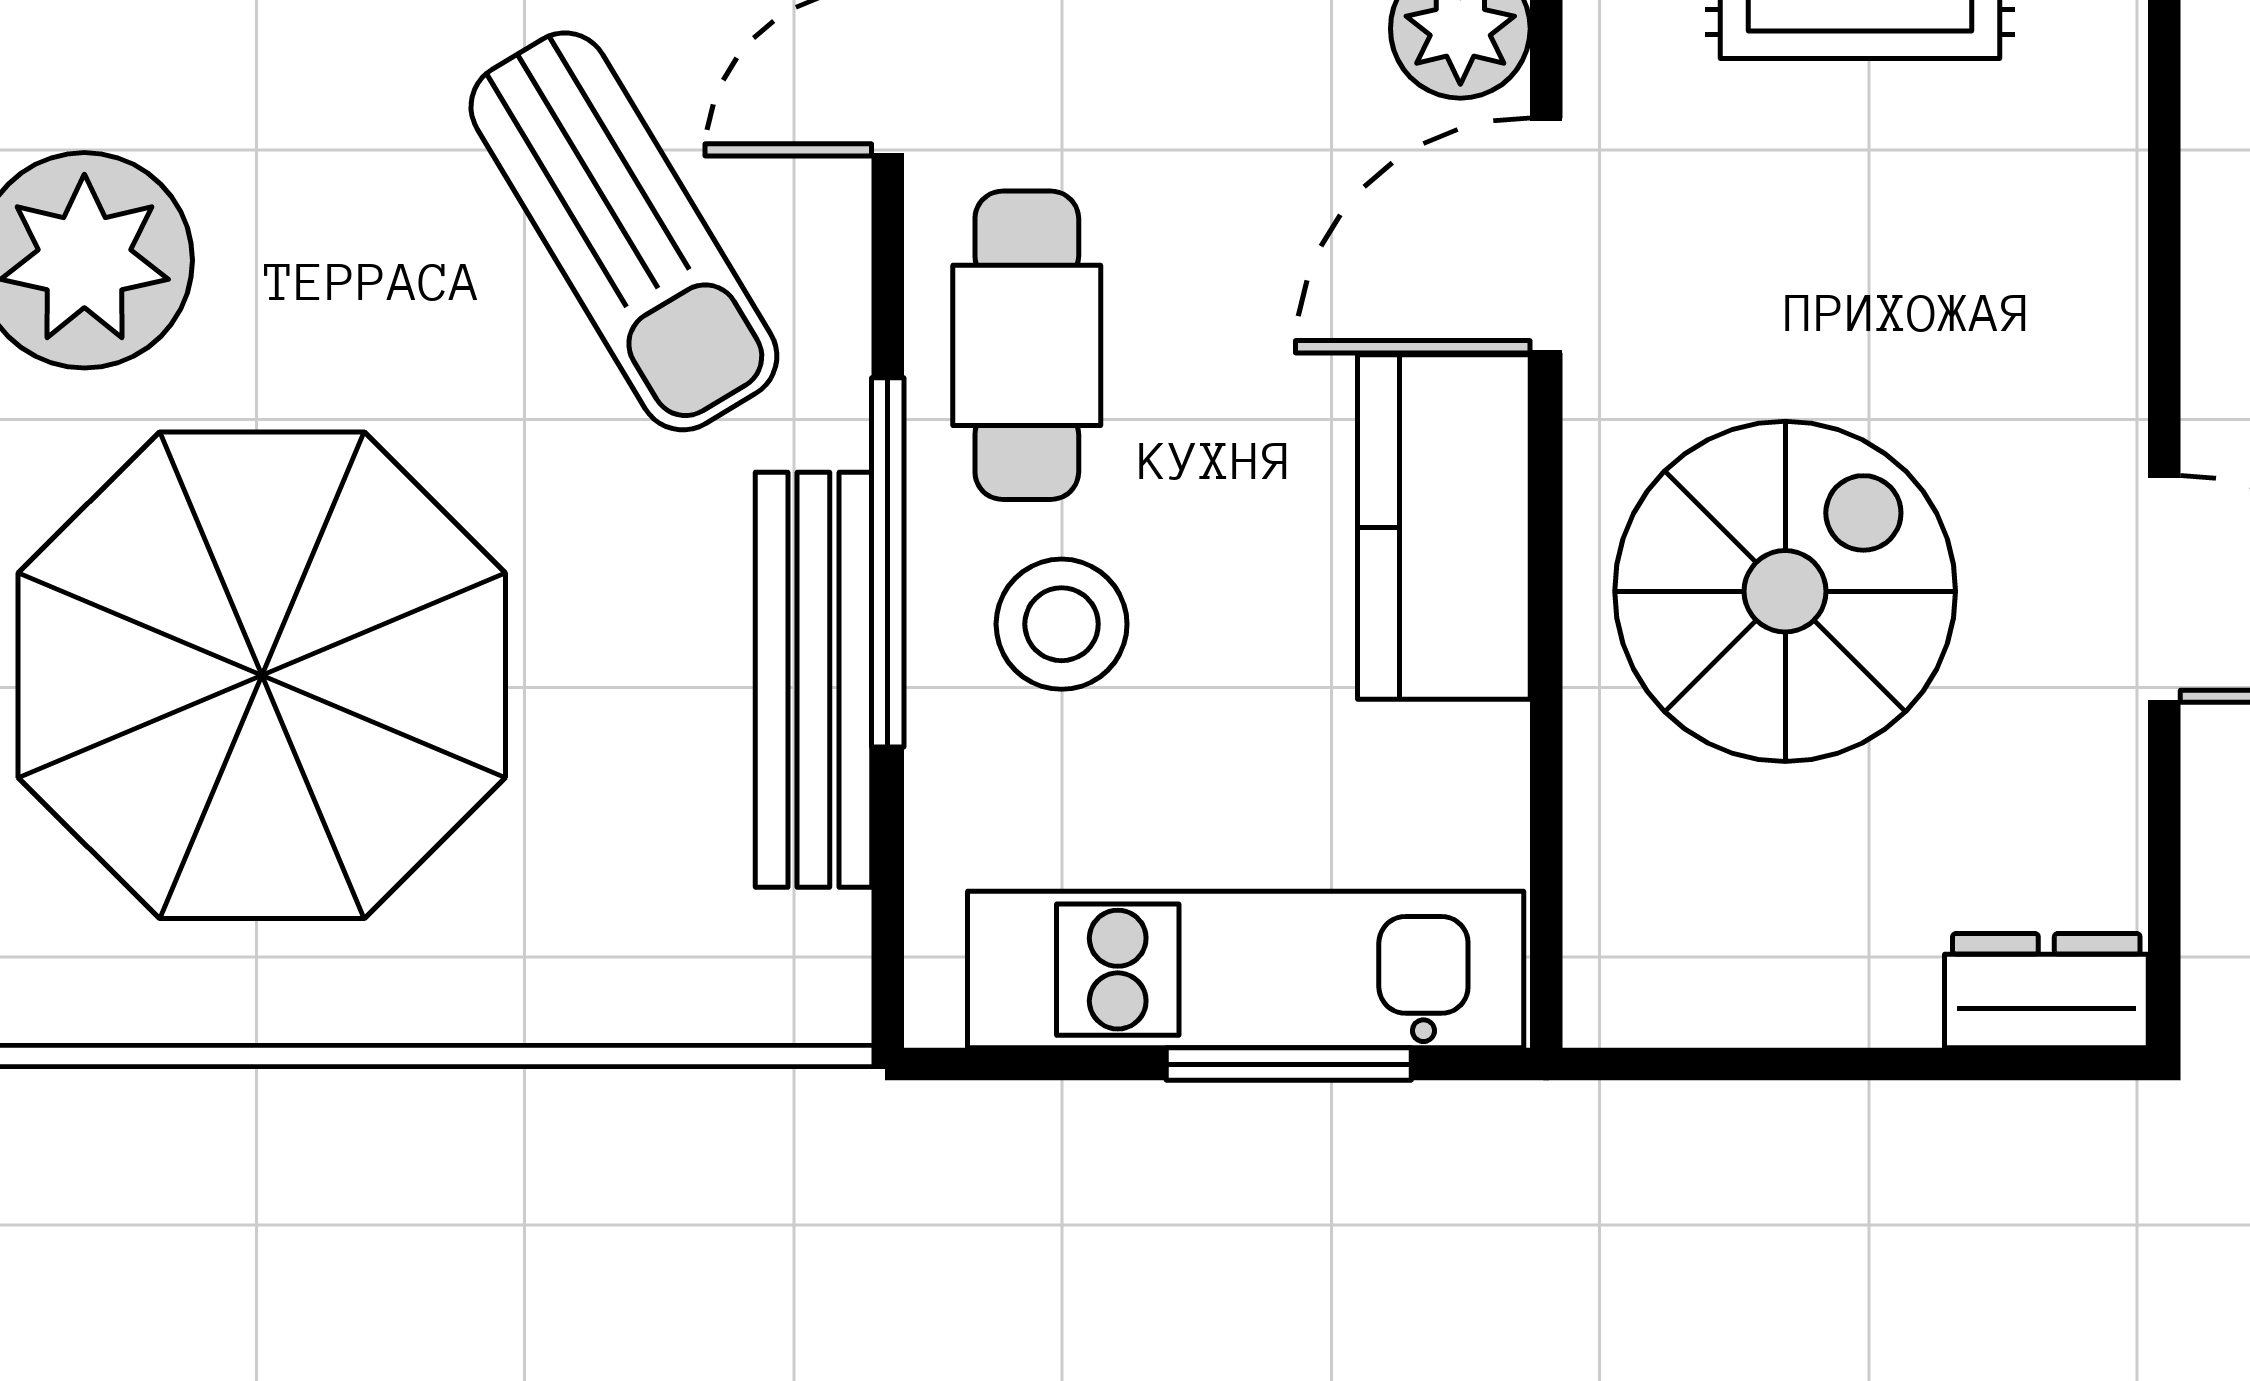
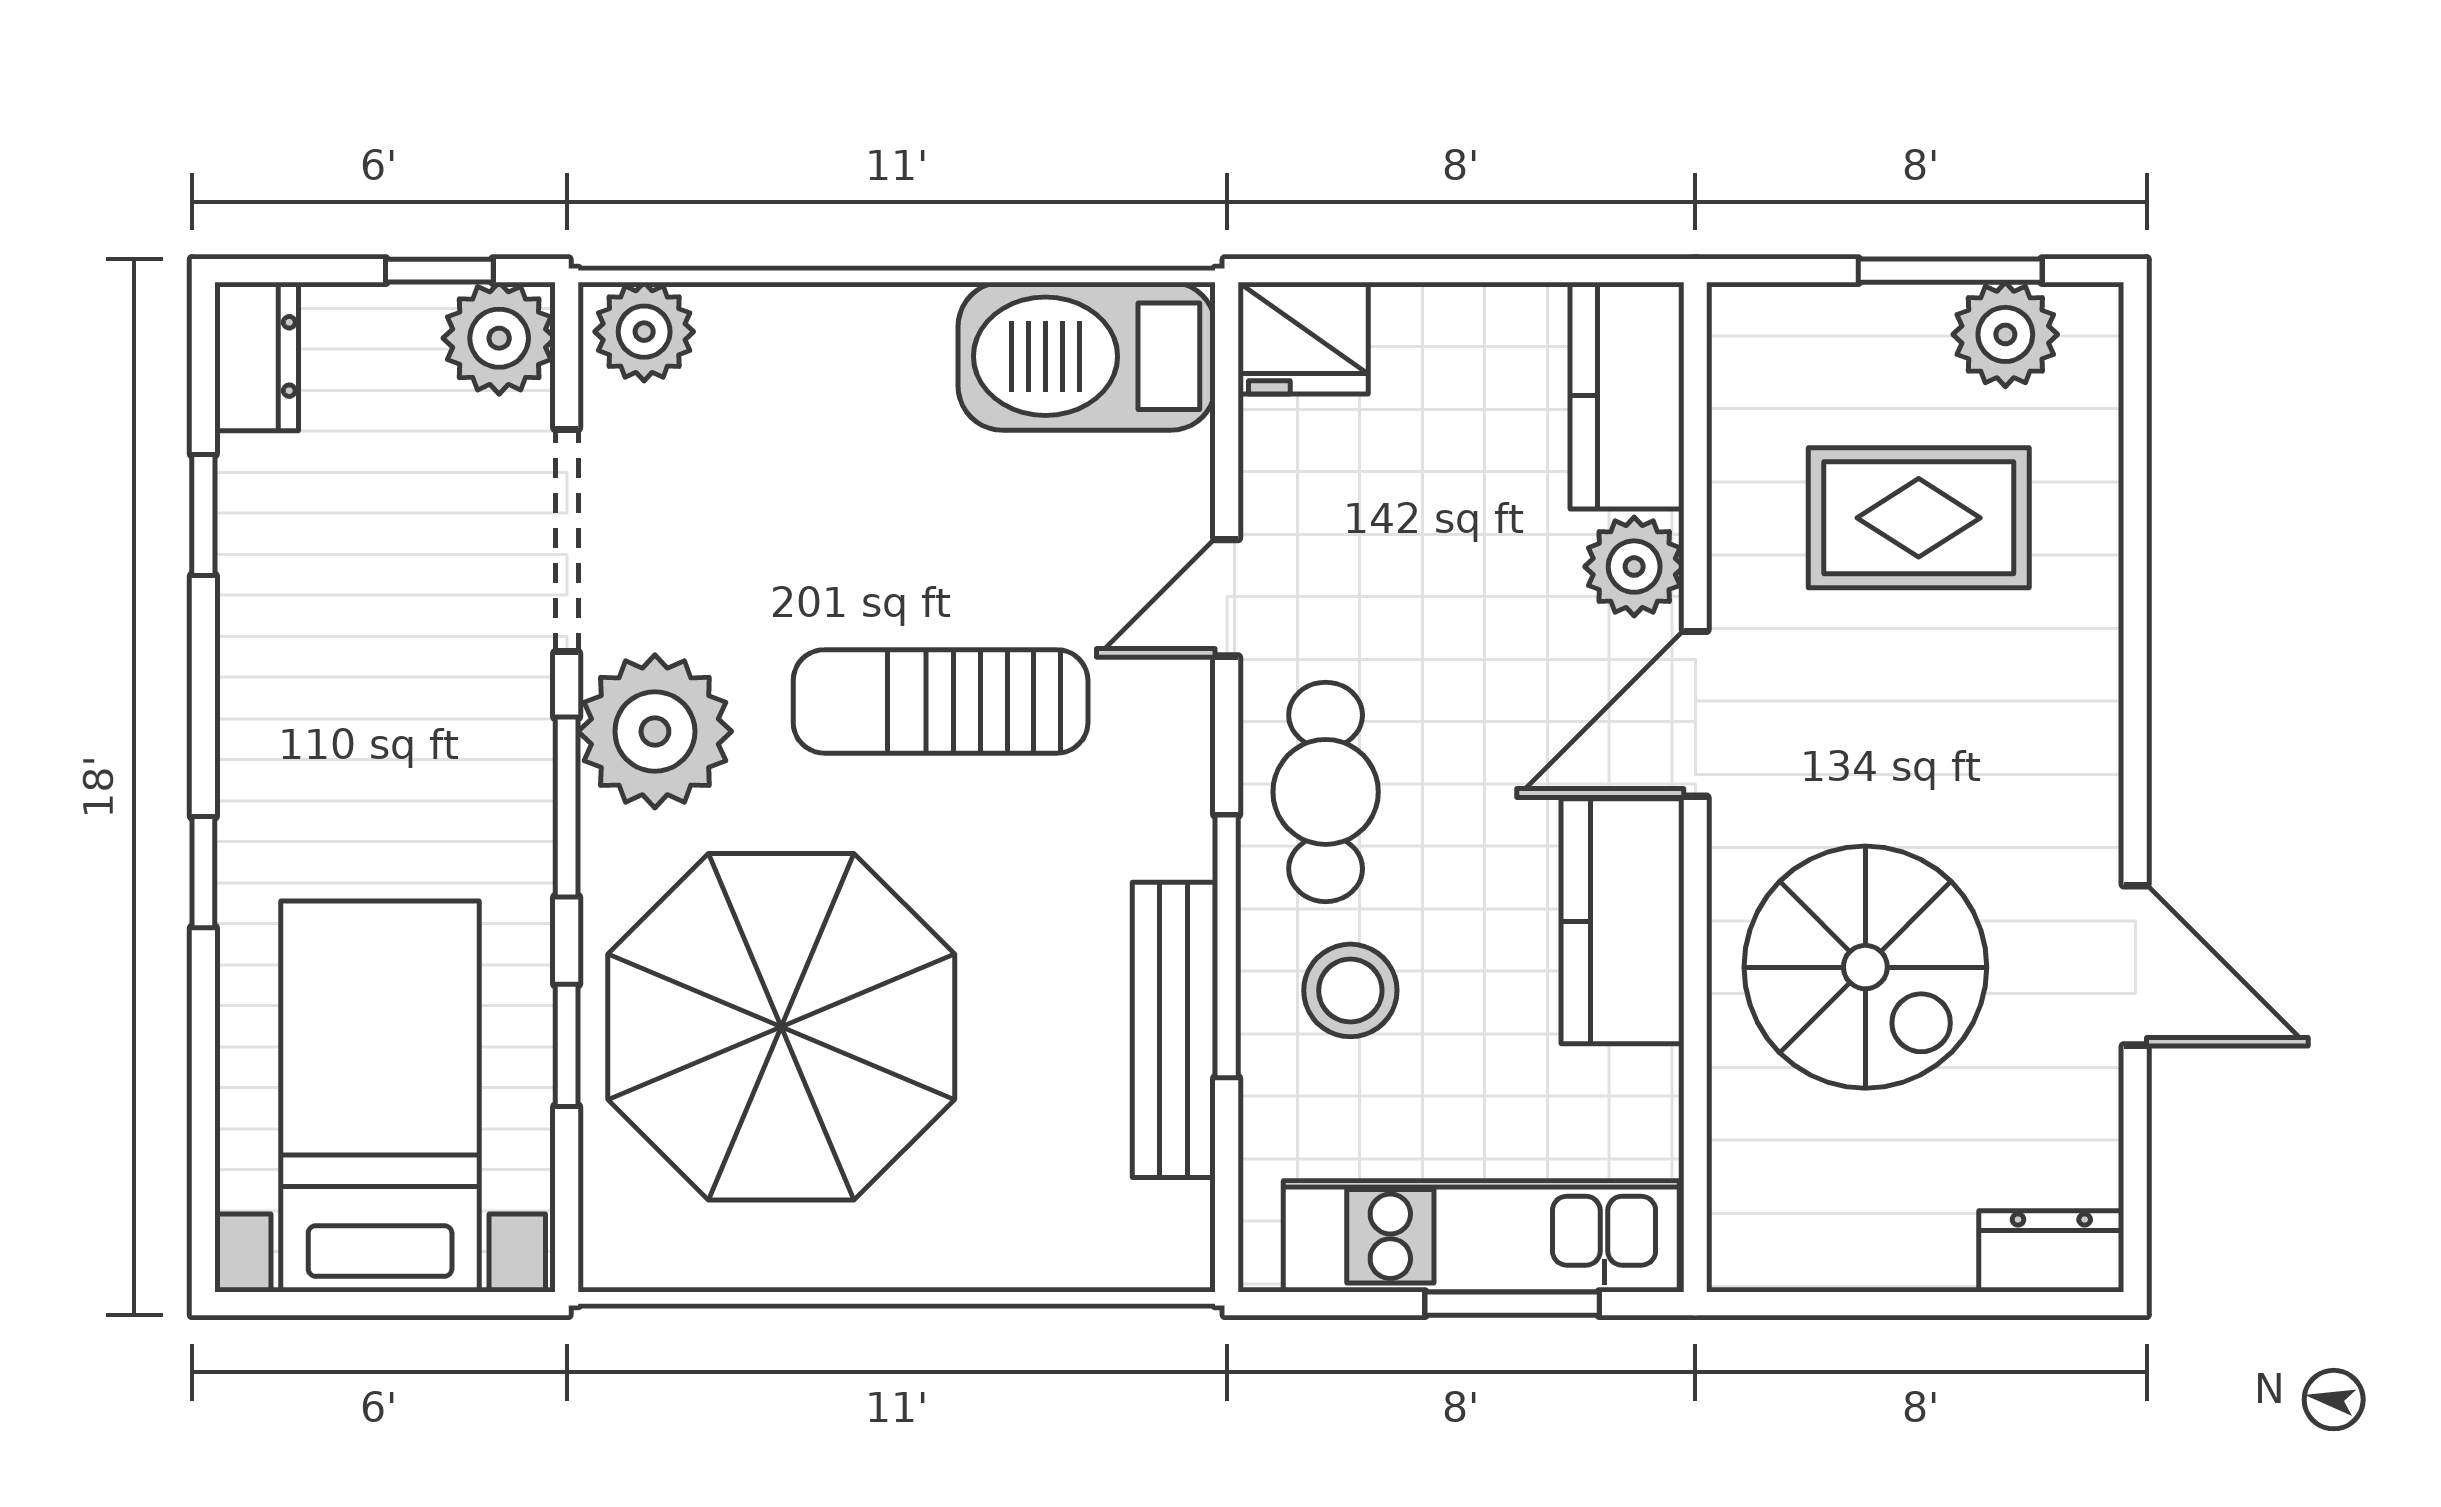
sun lounger: (624, 231) -> (941, 701), moved, turned 121
spiral stairs: (1785, 591) -> (1865, 967), turned 90

